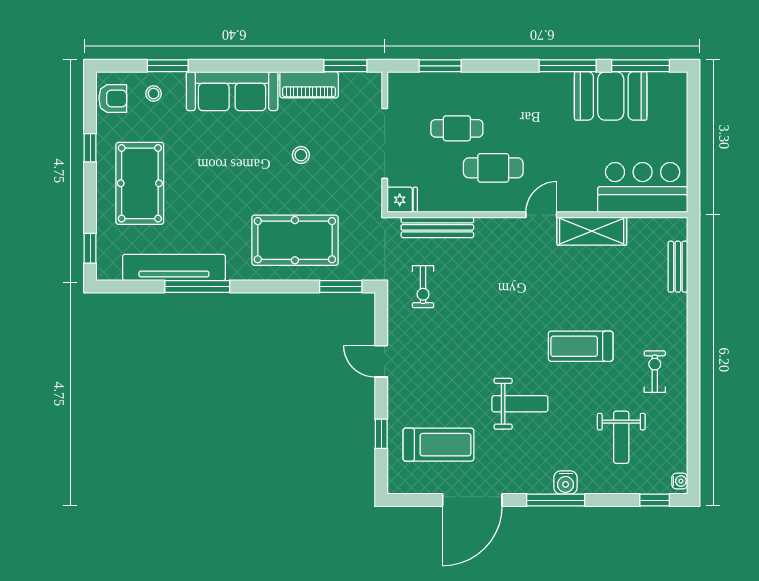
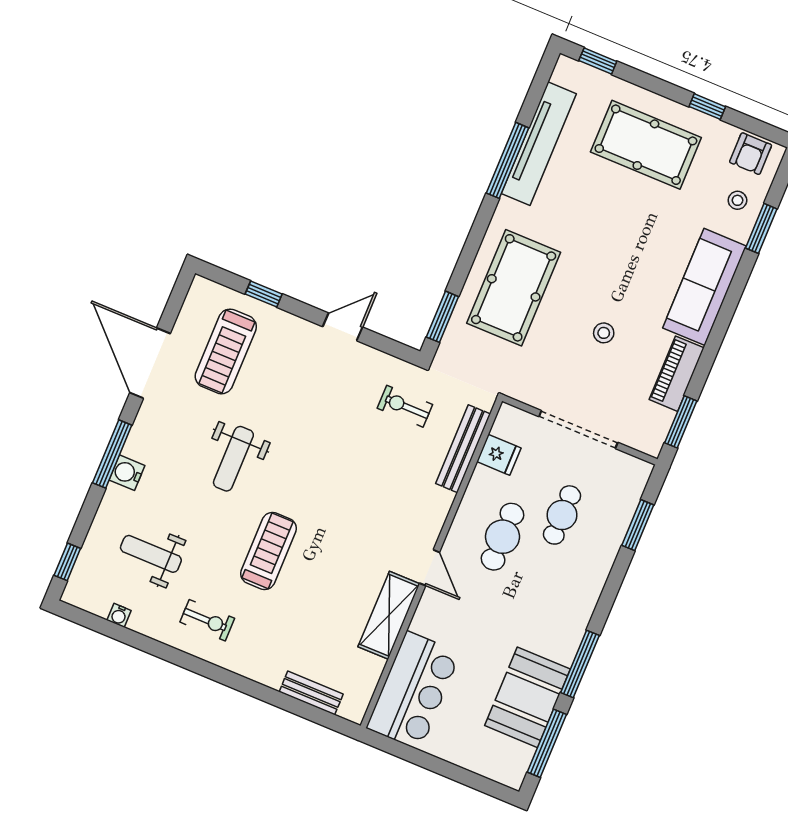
fridge: (402, 200) -> (499, 455), moved, turned -90
water cooler: (680, 481) -> (119, 615), moved

